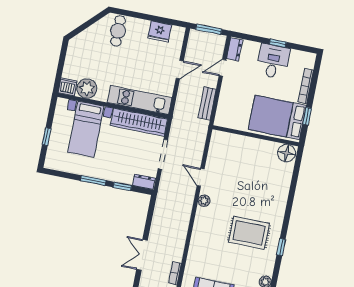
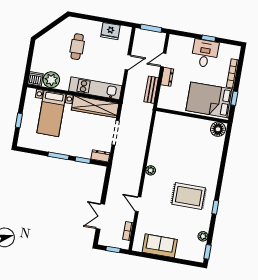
cafe table: (118, 31) -> (77, 47), moved
dresser: (235, 49) -> (167, 77), moved
door: (201, 177) -> (138, 204), moved

